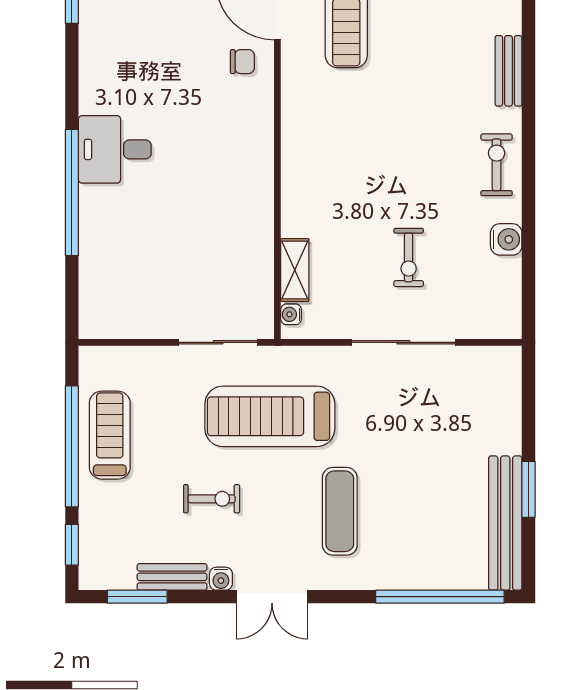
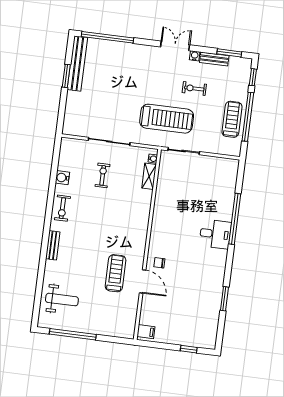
treadmill: (110, 435) -> (232, 119), turned 180
exercise mat: (340, 511) -> (143, 77), removed

